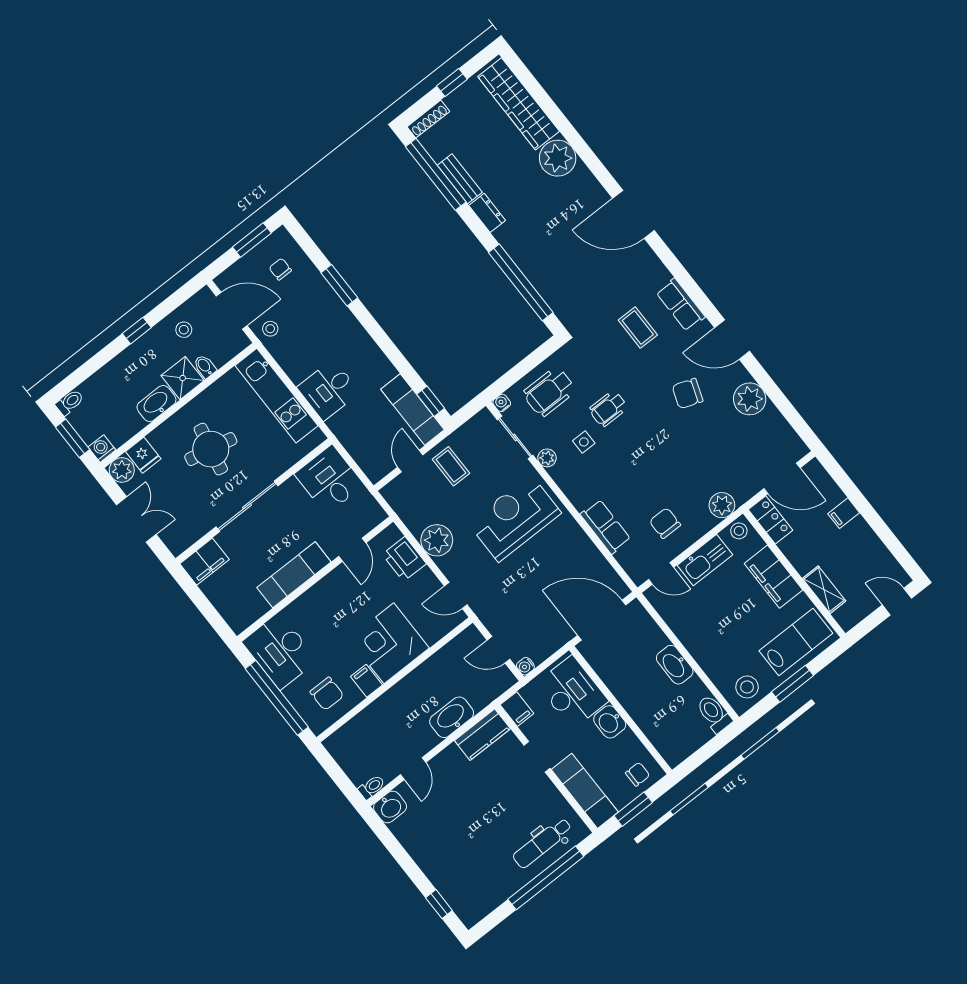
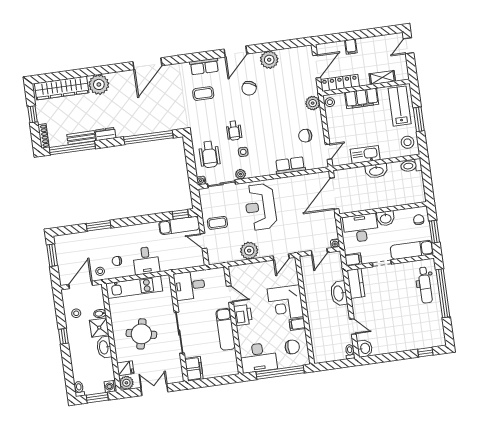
chair: (280, 269) -> (117, 261), moved
locker: (770, 520) -> (340, 83), width x1.53
printer: (404, 559) -> (243, 315), moved, turned -90
kitchen sink: (705, 560) -> (365, 155), moved, turned -90

